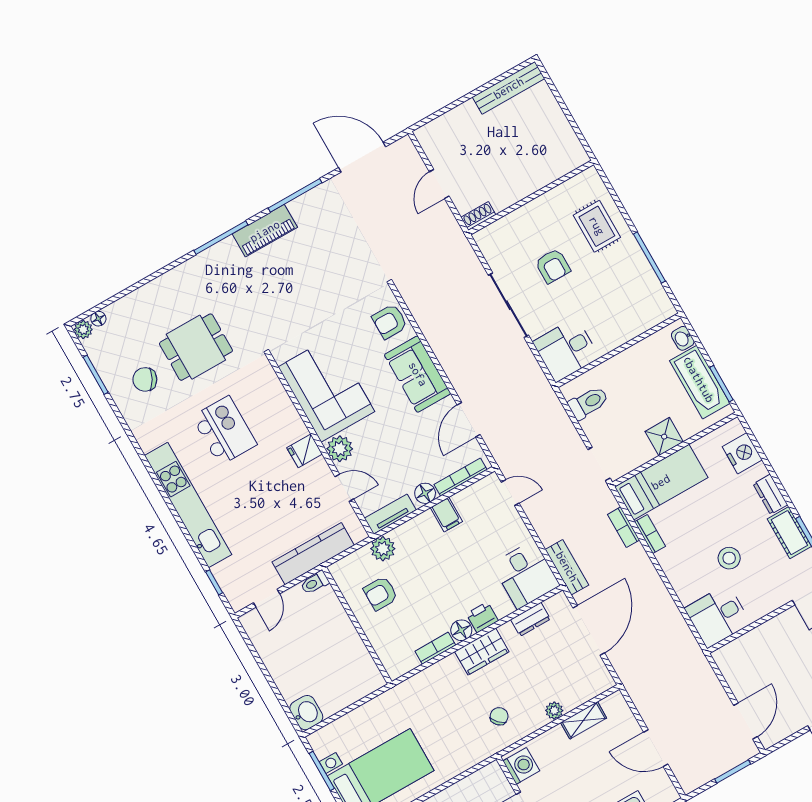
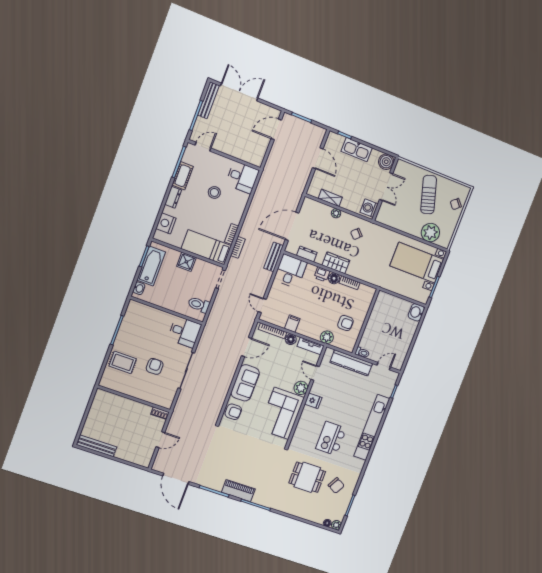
rug: (597, 226) -> (123, 362), turned 90

